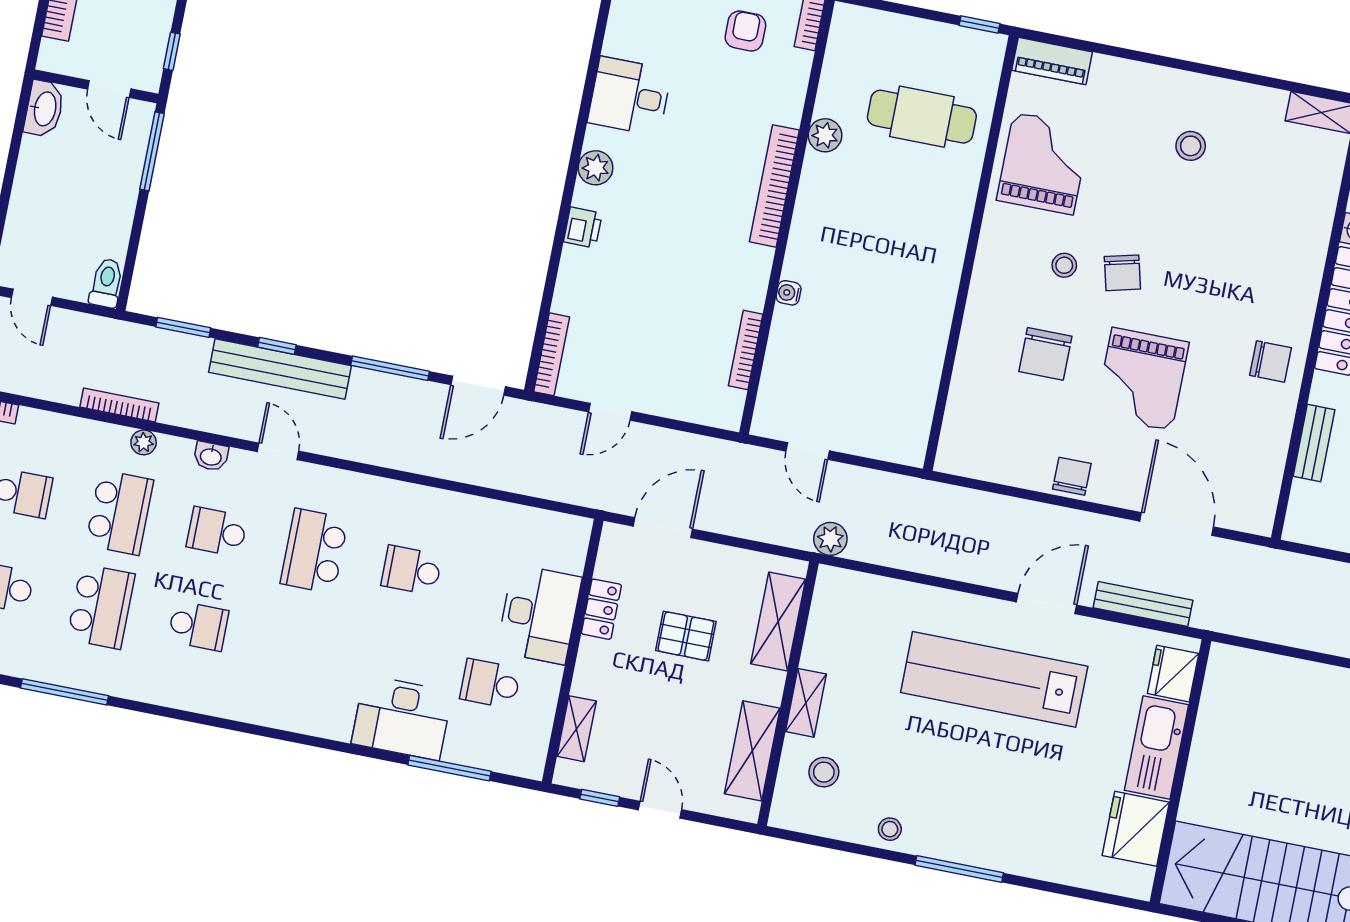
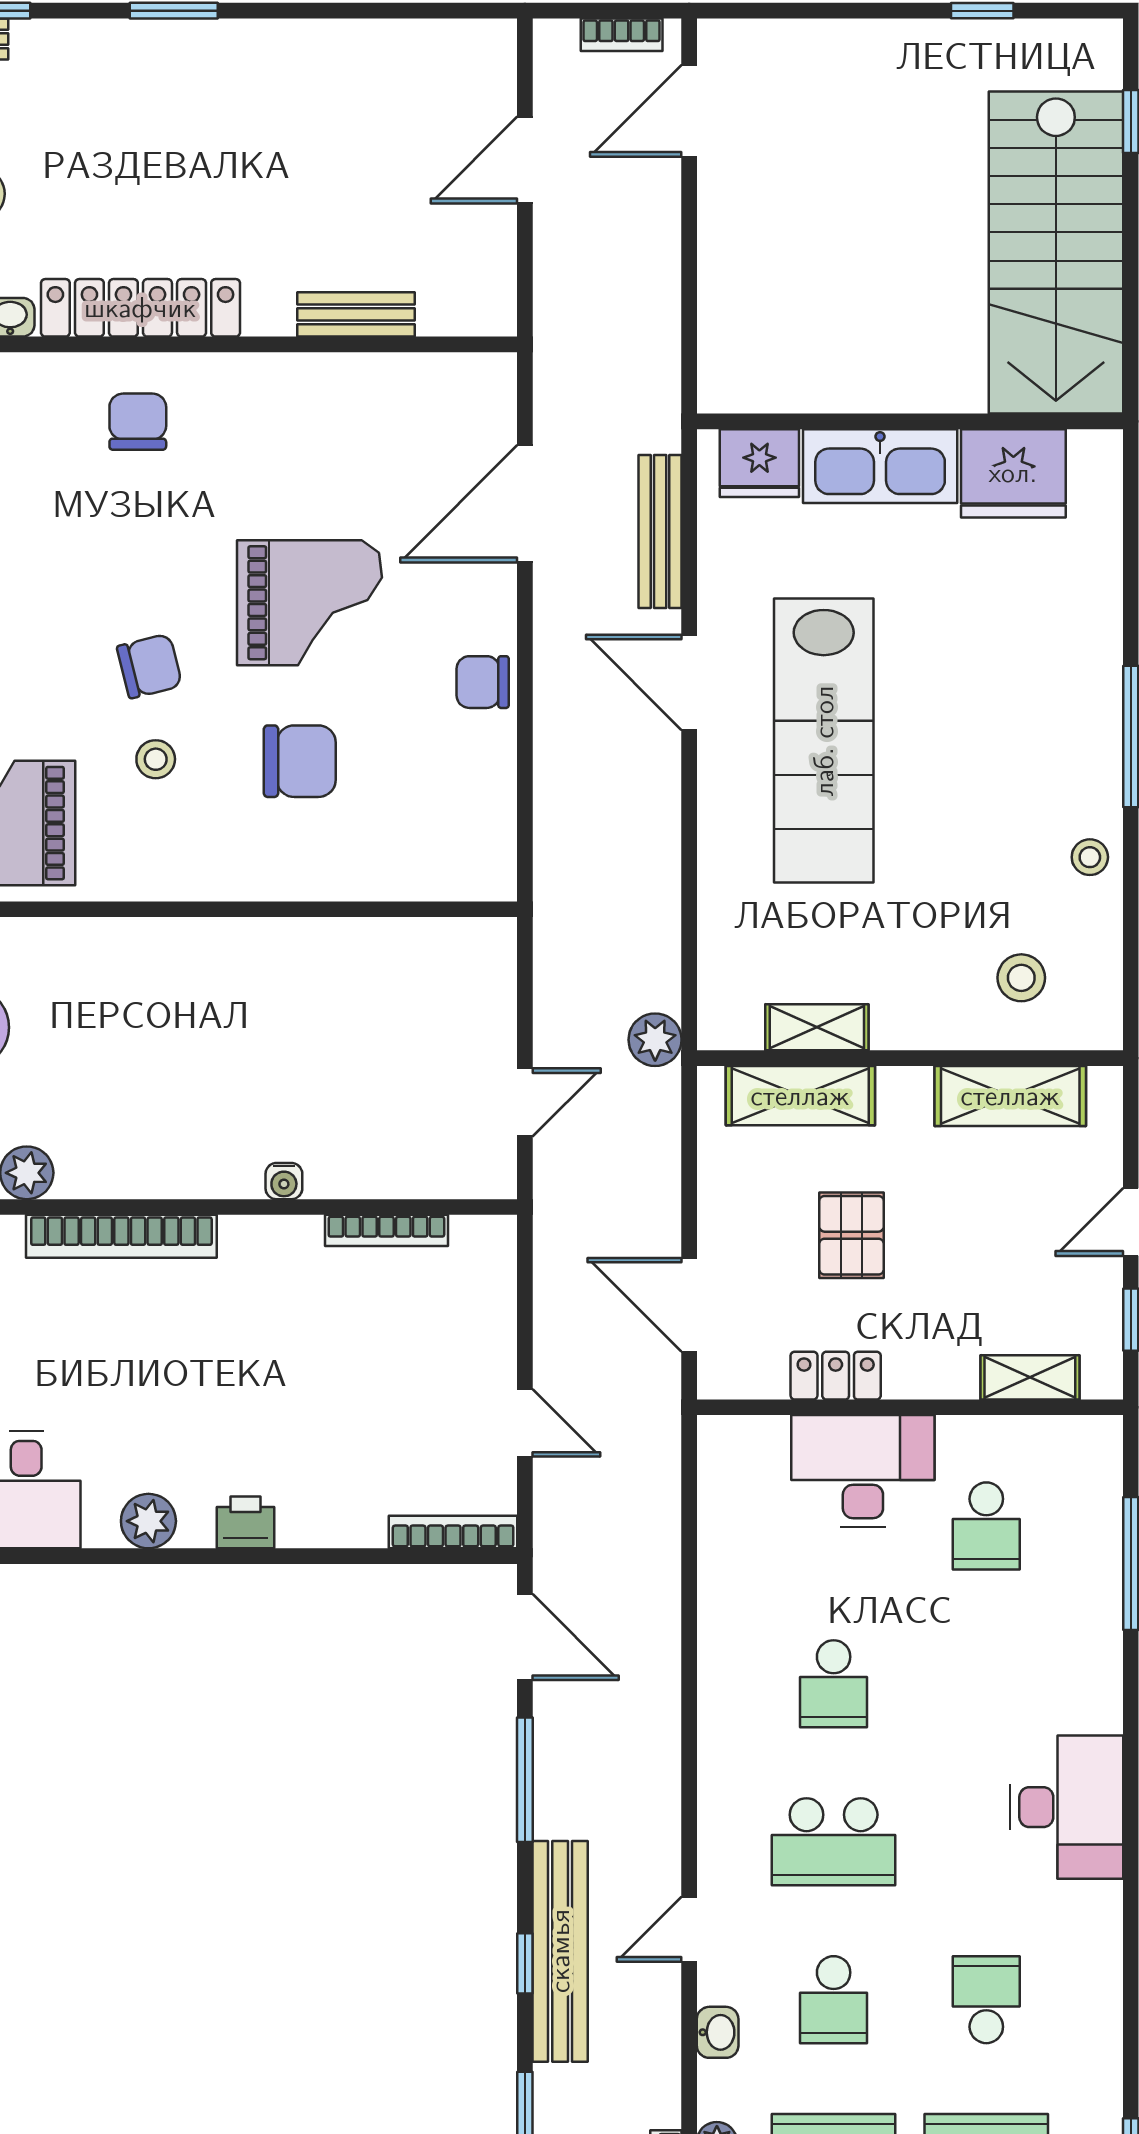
chair: (1271, 361) -> (138, 422), moved
shelving: (806, 703) -> (817, 1027), moved
desk: (402, 718) -> (1067, 1807), moved

